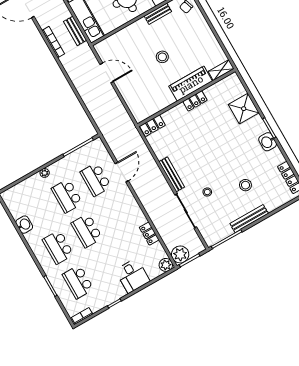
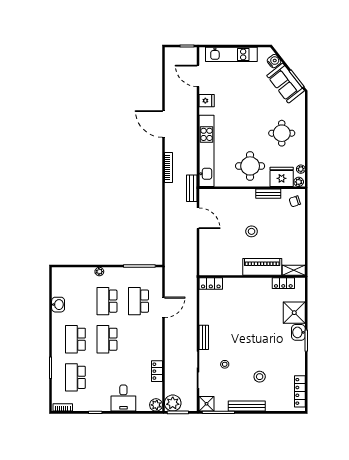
bench: (75, 31) -> (192, 188), moved
locker: (195, 101) -> (283, 283), moved
washbasin: (268, 142) -> (298, 332), moved
bench: (172, 174) -> (204, 337), width x0.73
shower: (211, 238) -> (207, 404), added

